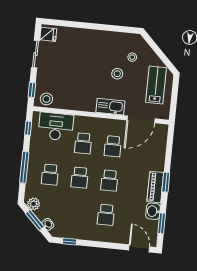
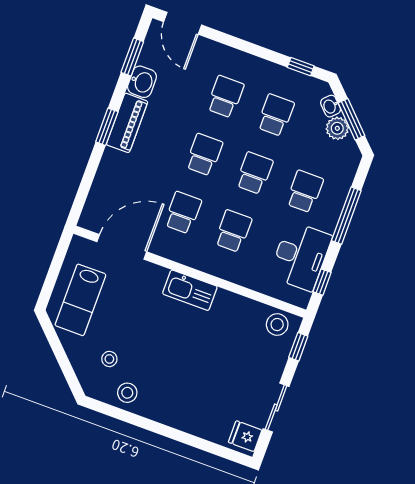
stool: (117, 74) -> (127, 393), moved
kitchen sink: (110, 107) -> (190, 290), moved
desk: (56, 127) -> (301, 256), moved, turned -90
plant: (34, 204) -> (337, 128), moved
school desk: (76, 212) -> (276, 115), added

